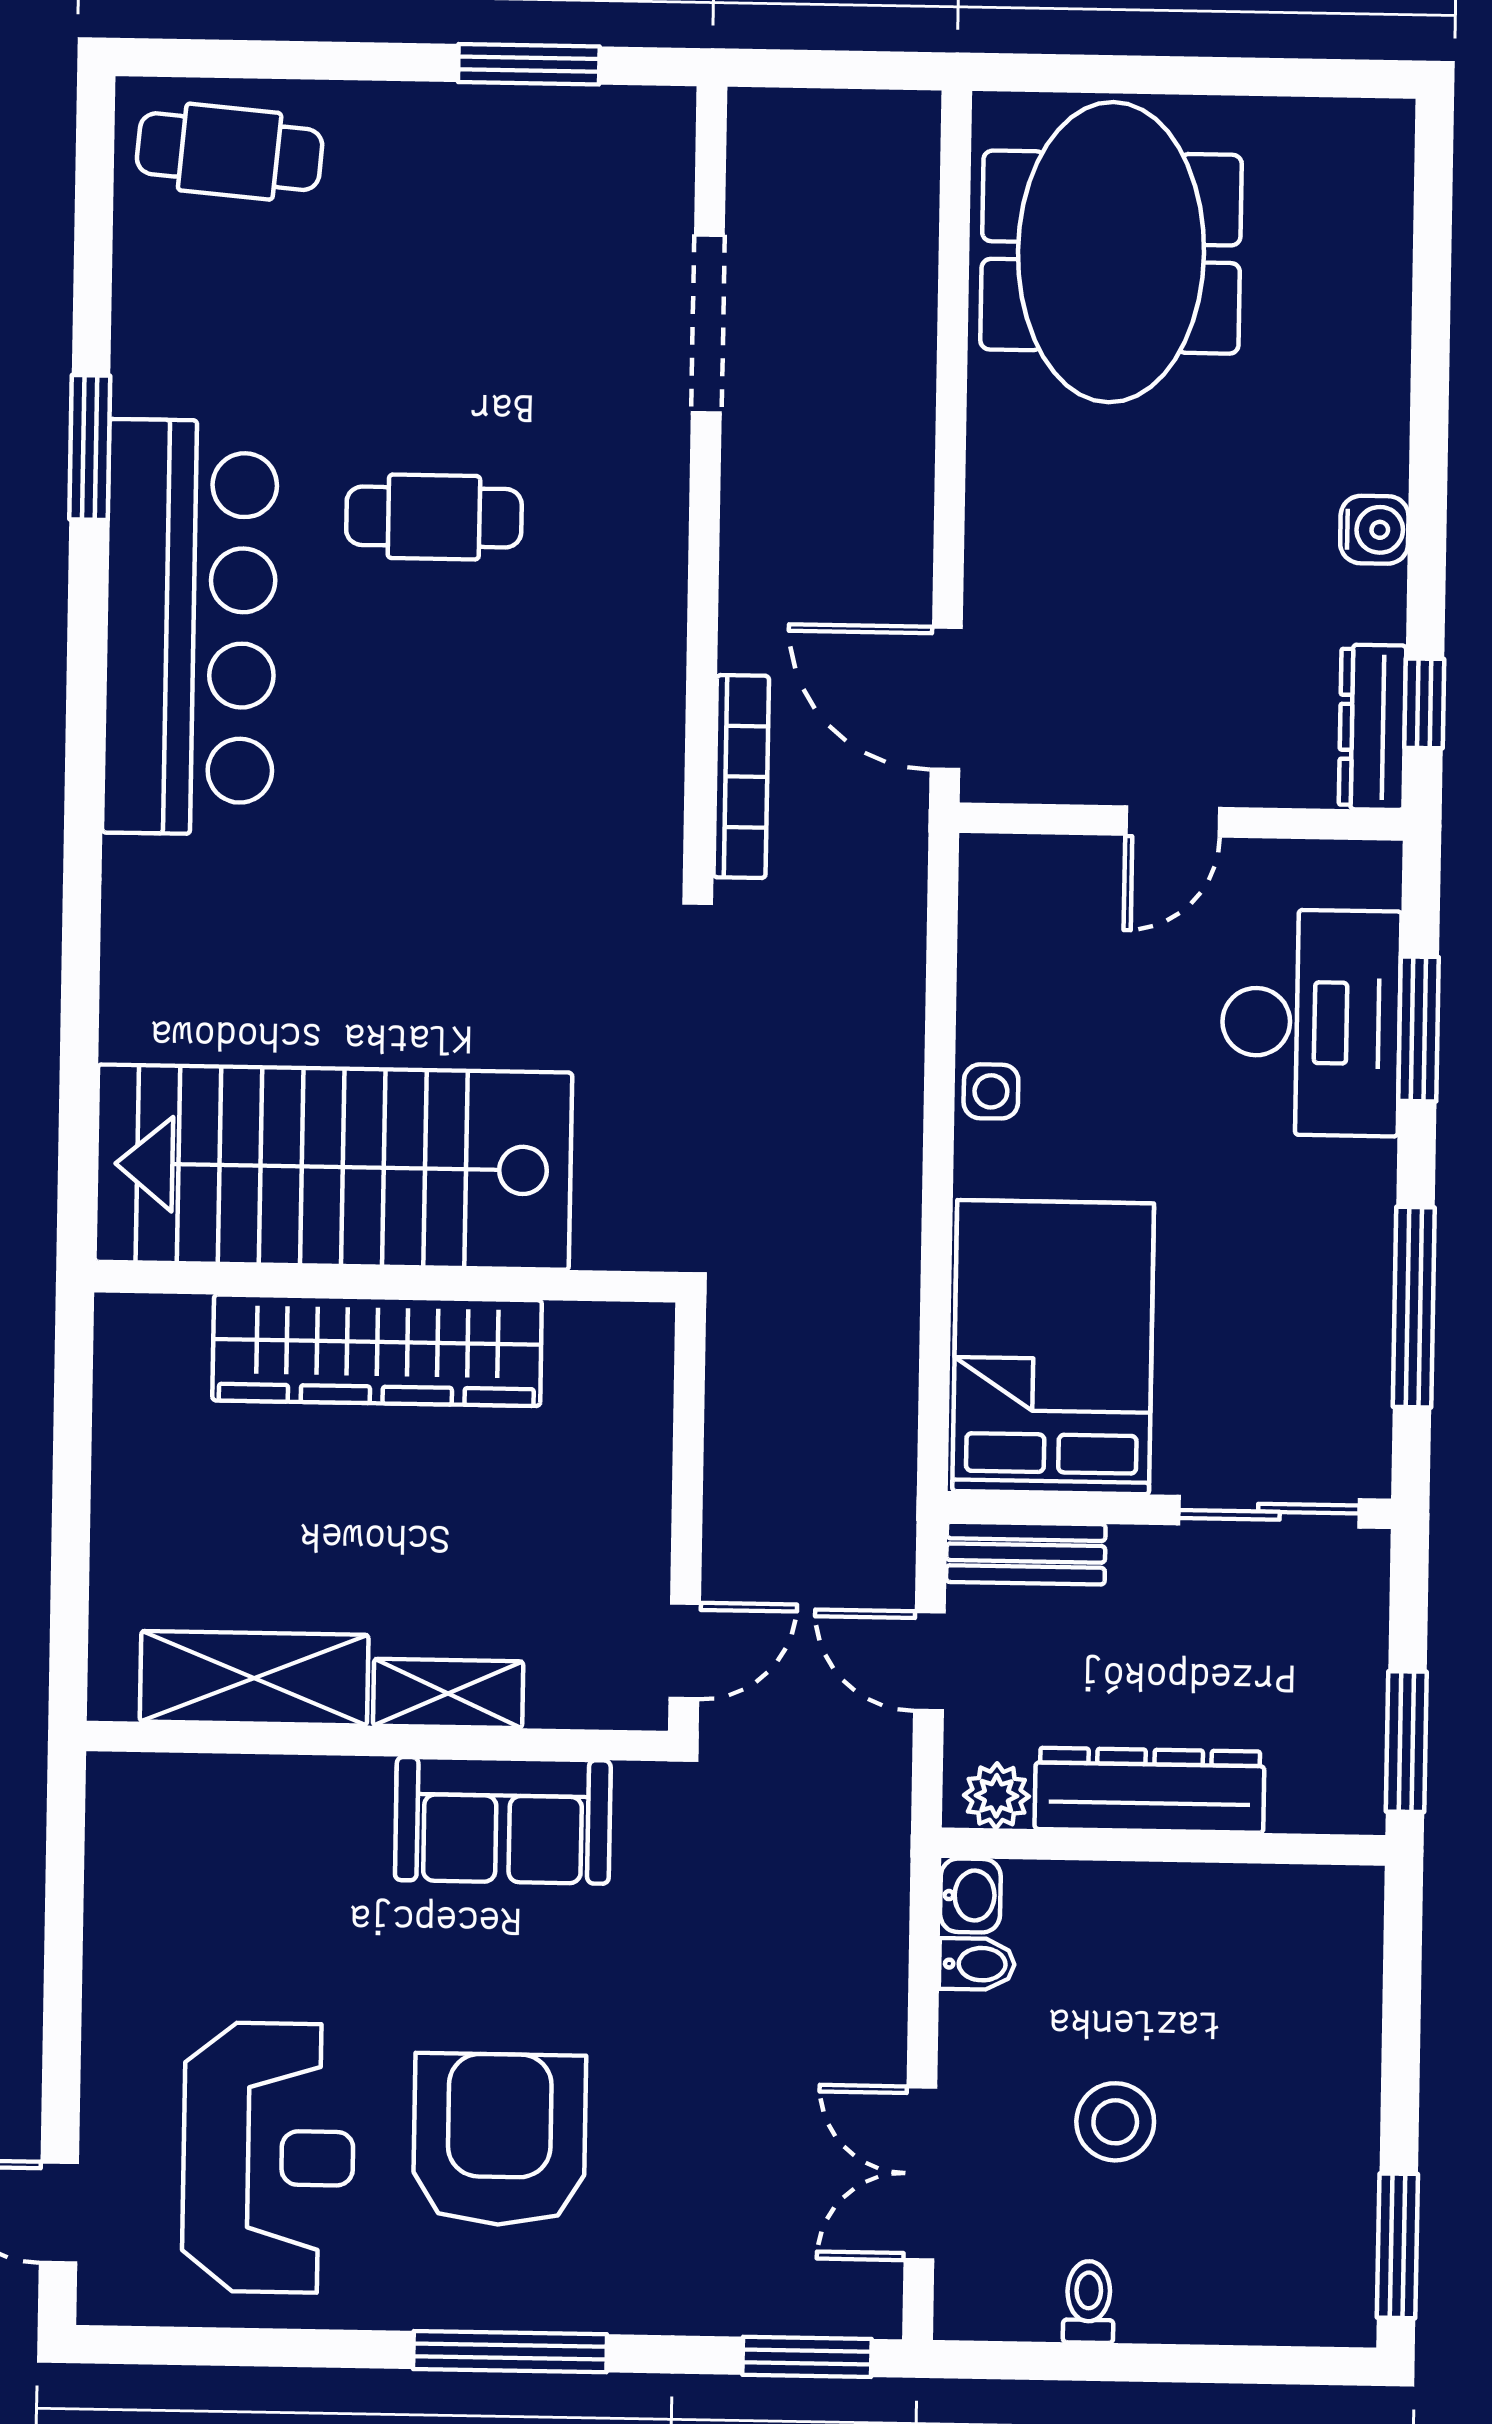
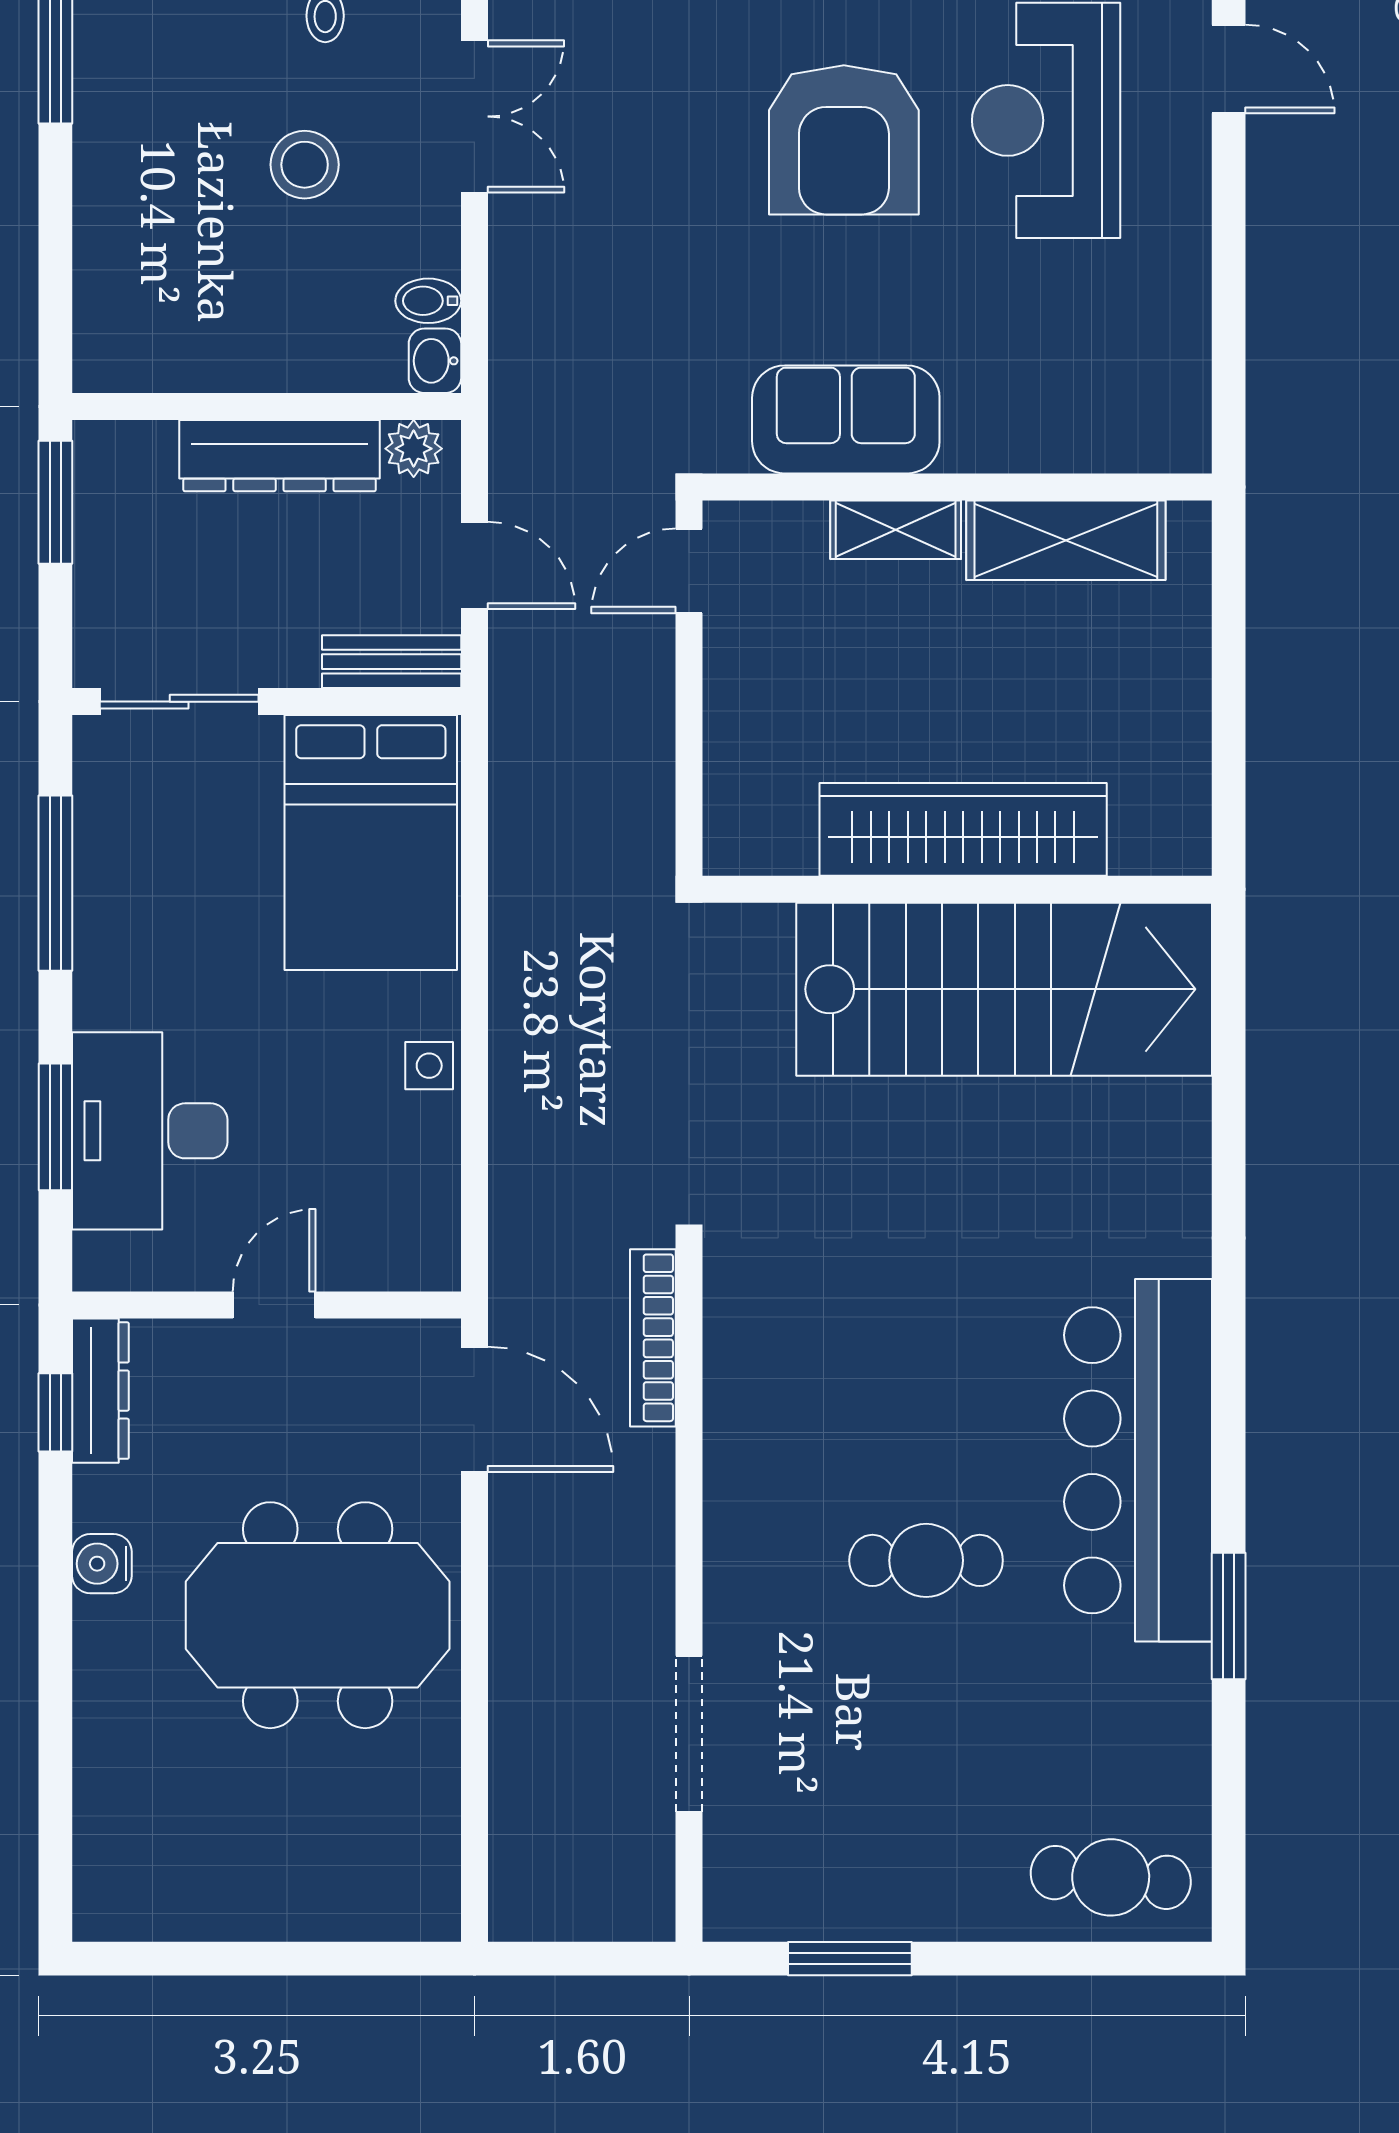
meeting table: (1111, 252) -> (318, 1615), moved, turned 90

